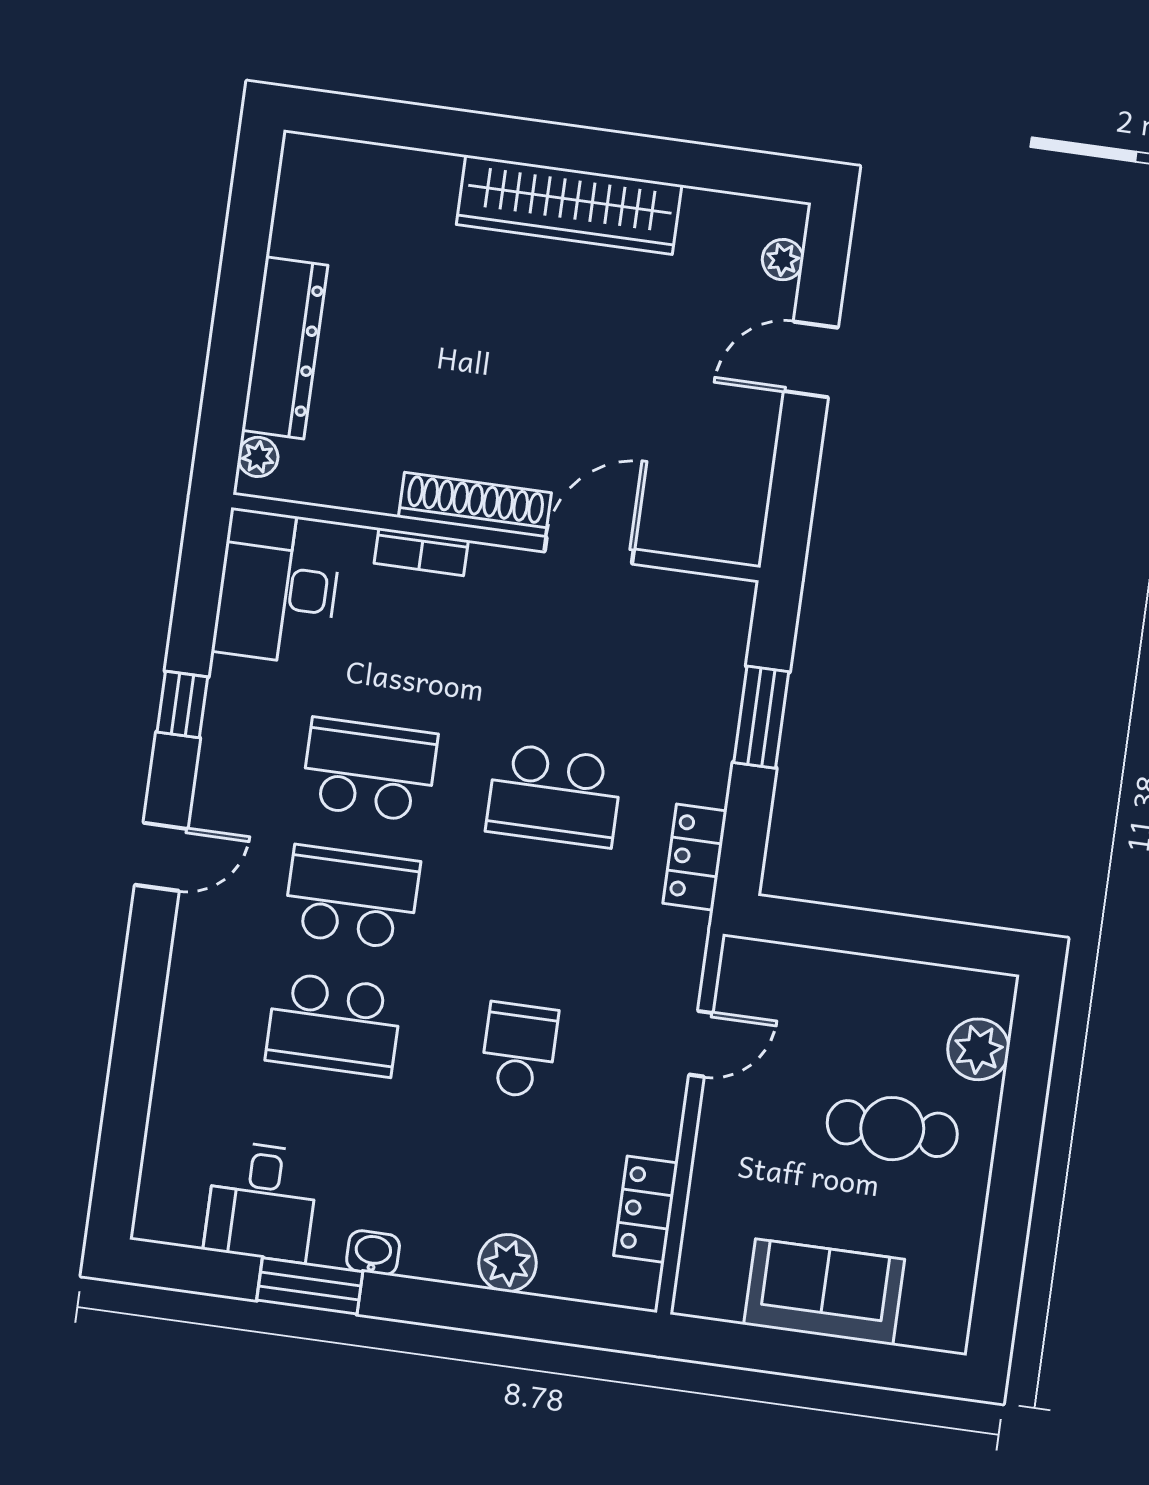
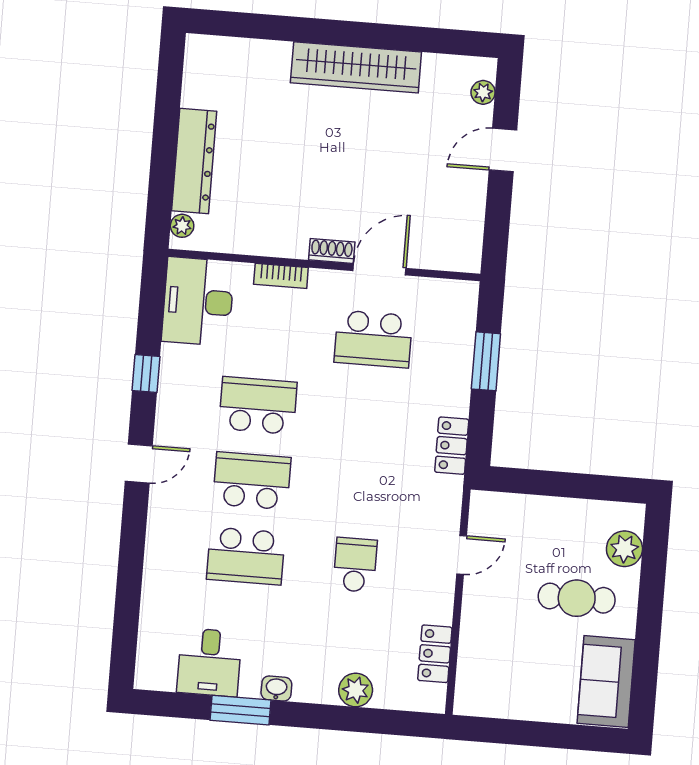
shoe rack: (475, 505) -> (332, 251), width x0.51, depth x0.81
school desk: (554, 795) -> (373, 339), moved
sofa: (824, 1292) -> (606, 681), moved, turned -90

